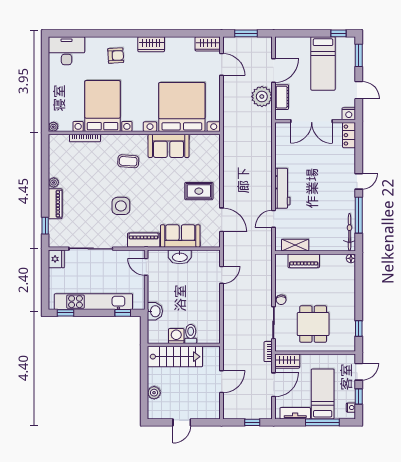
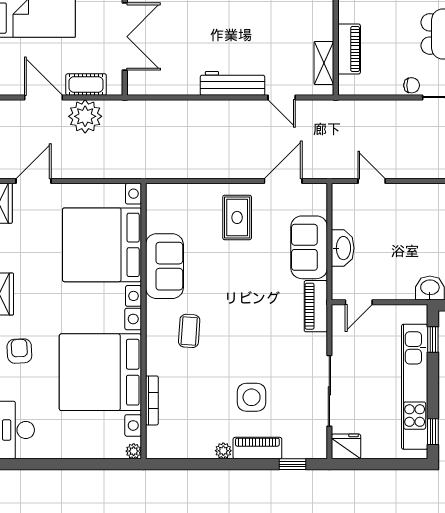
bed with nightstands: (102, 106) -> (100, 372), width x1.36
side table: (121, 206) -> (252, 397), moved

